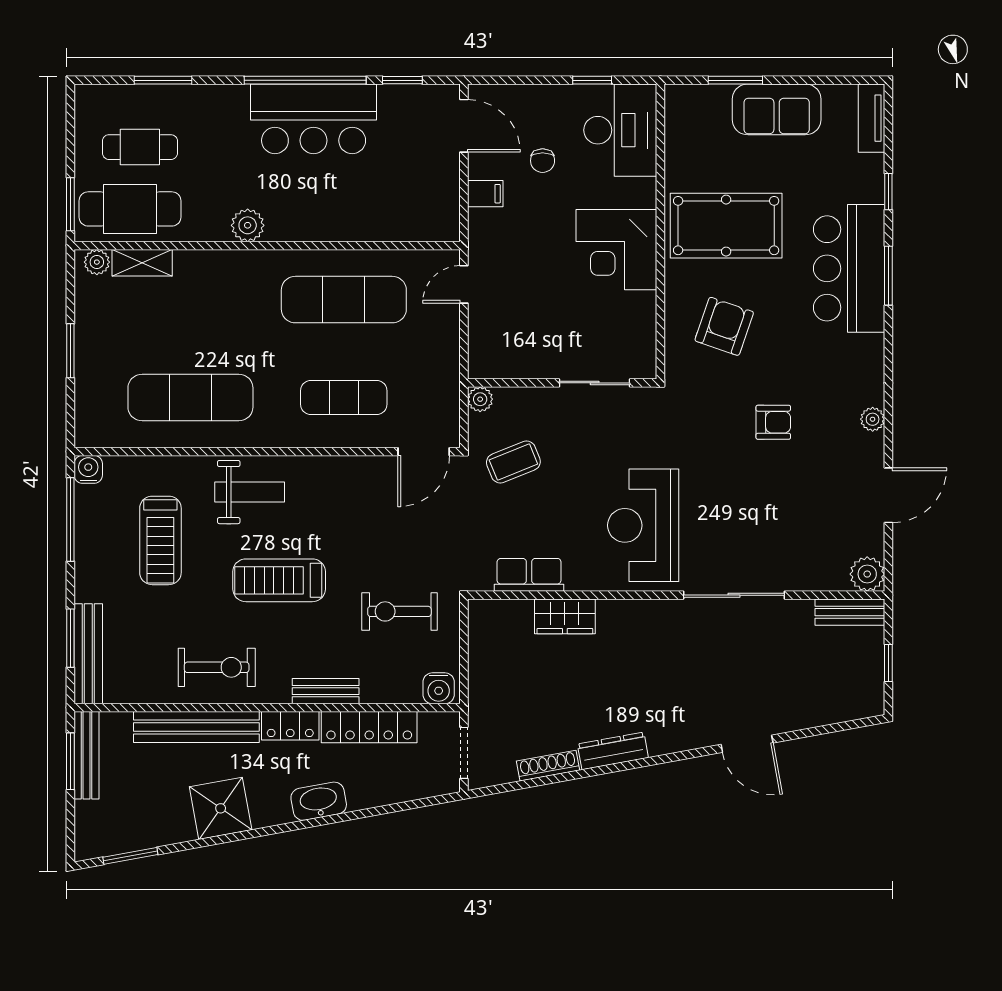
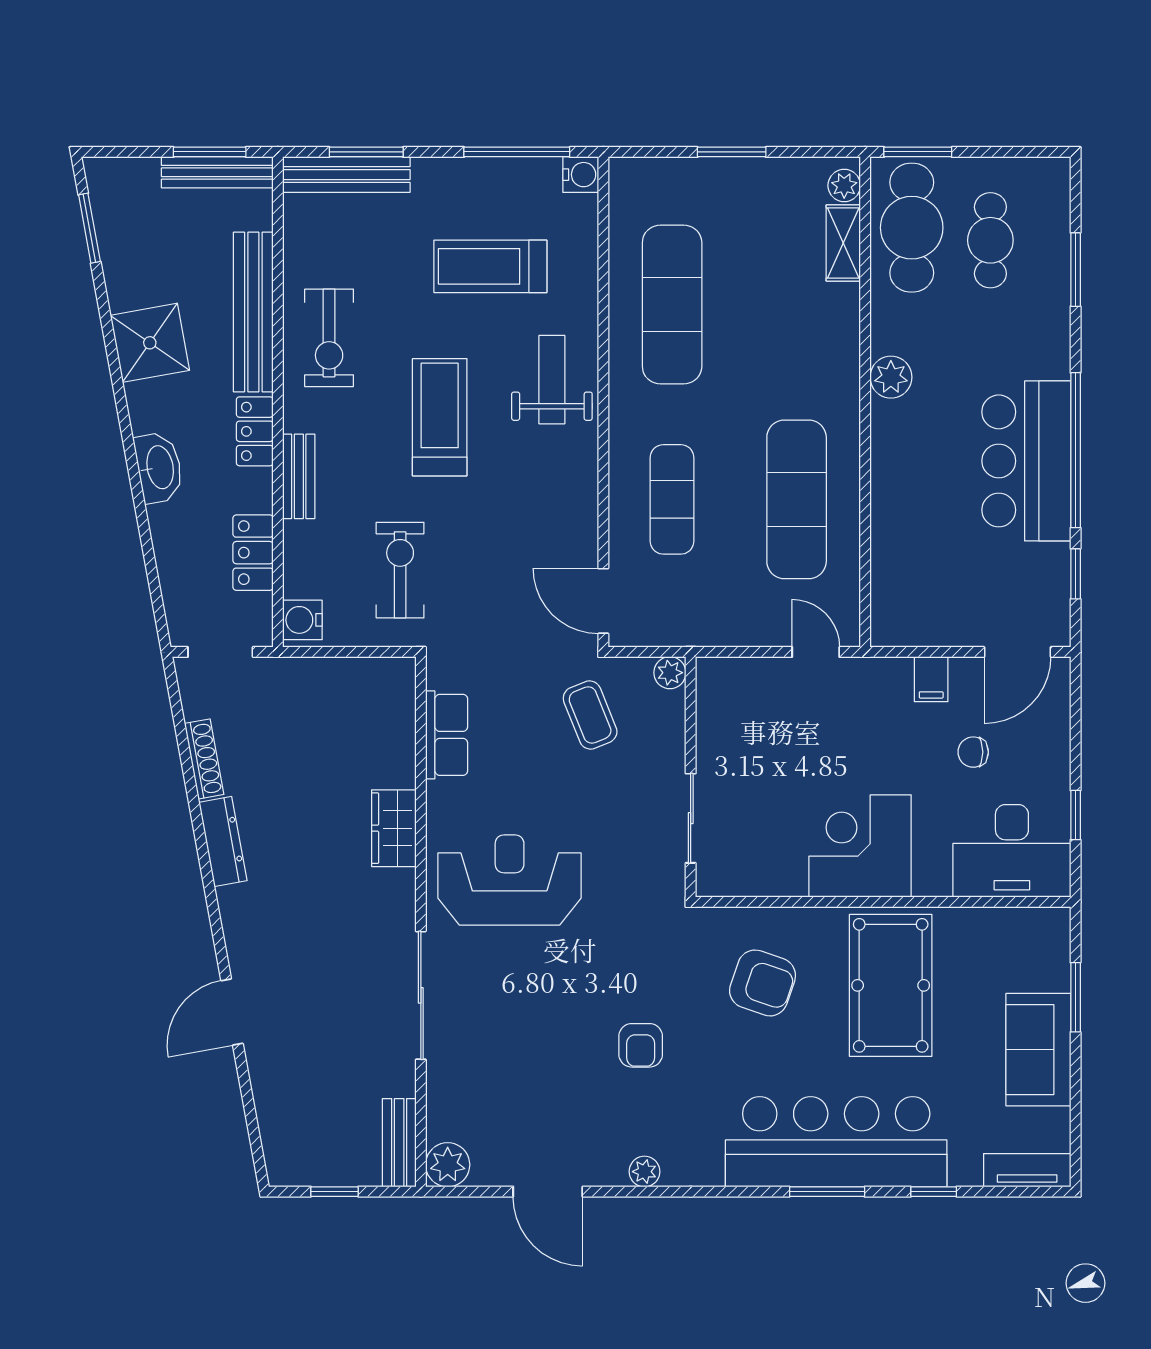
bar counter: (849, 268) -> (836, 1142), width x1.36
weight bench: (250, 492) -> (552, 380), turned 180
wardrobe: (565, 616) -> (394, 828), moved
locker: (369, 727) -> (253, 553), width x0.66

